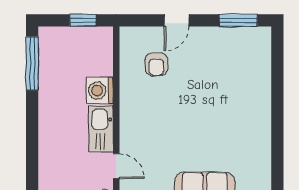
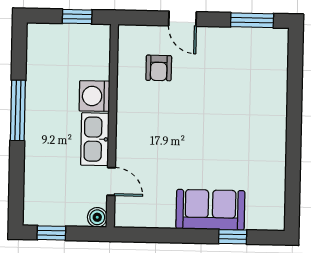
door: (177, 20) -> (183, 19), hinge flipped
window: (32, 63) -> (18, 110), moved

